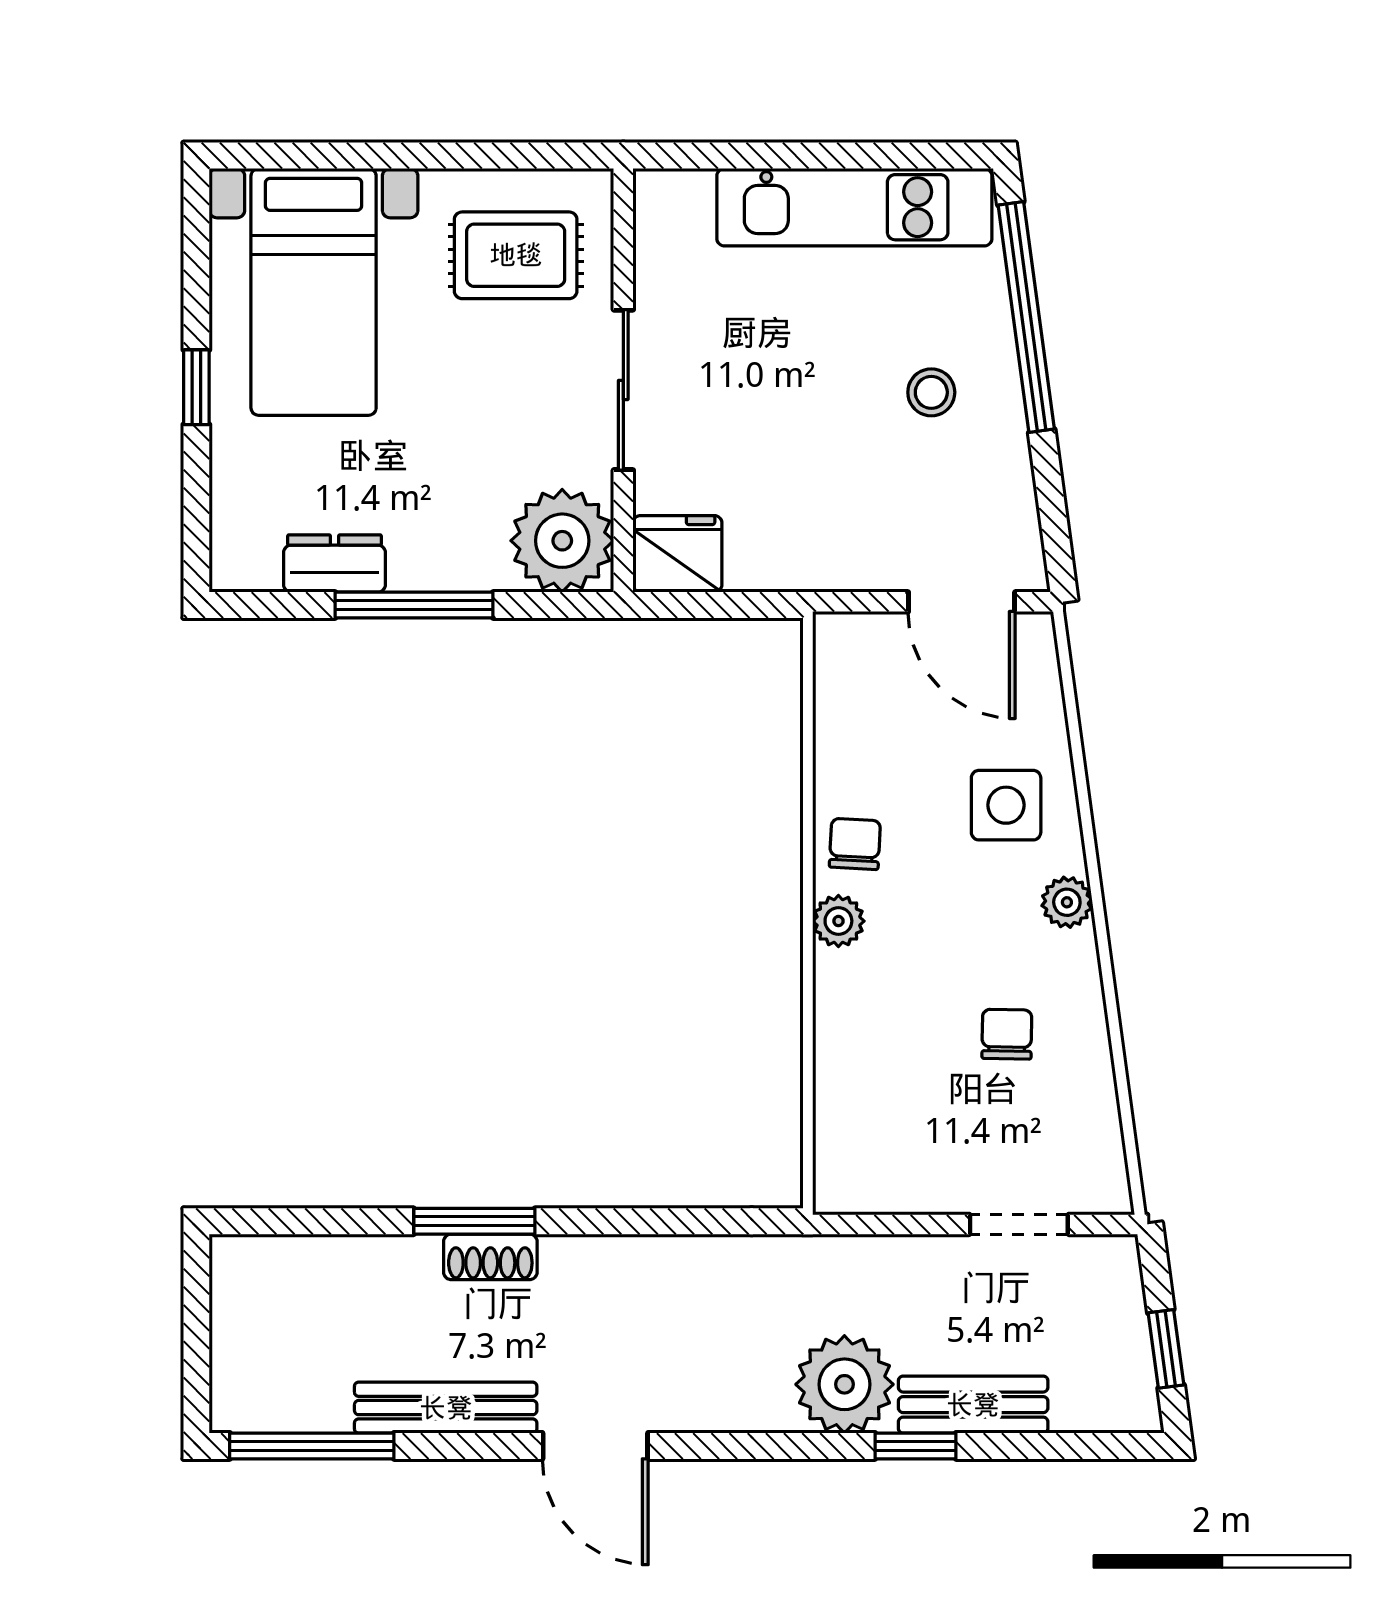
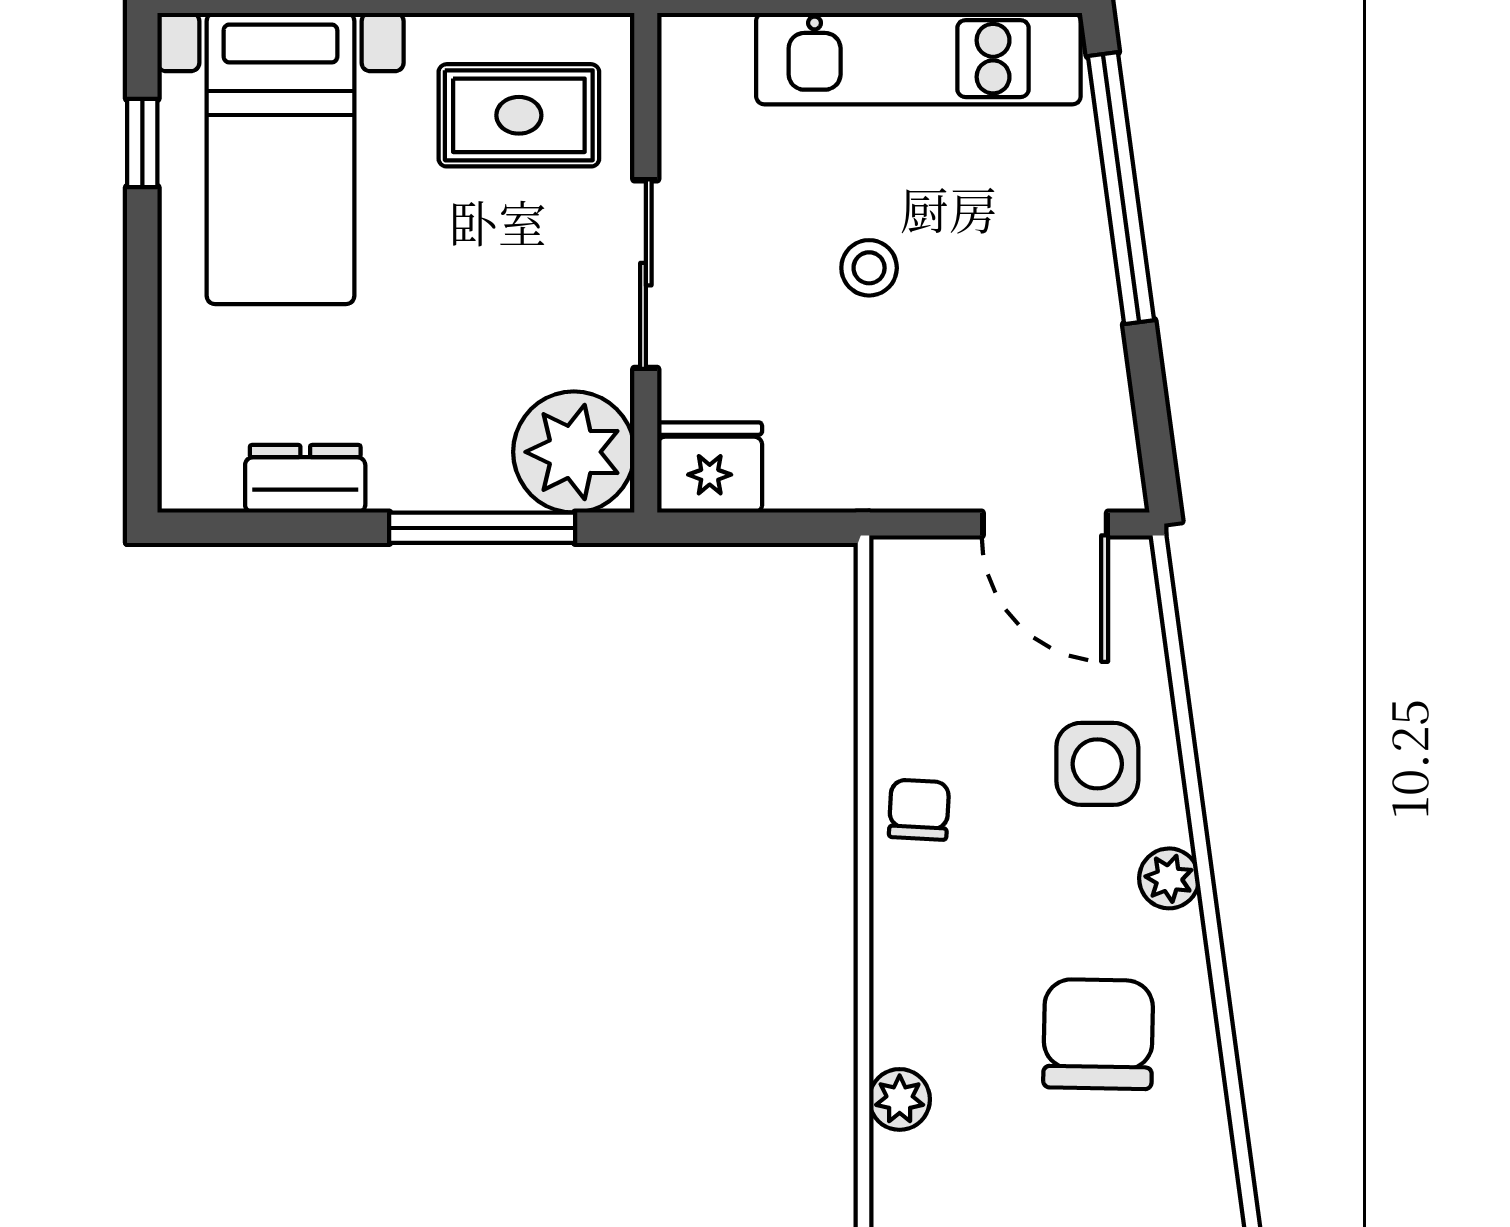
window: (196, 387) -> (142, 143), moved
stool: (931, 392) -> (869, 268), moved
window: (414, 605) -> (482, 528), moved
plant: (838, 921) -> (900, 1099), moved
chair: (1007, 1034) -> (1098, 1034), width x1.87, depth x1.87

